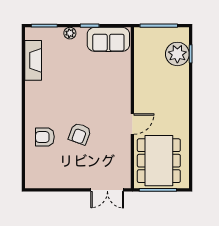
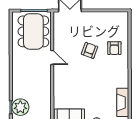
door: (132, 124) -> (52, 57), swing flipped
armchair: (45, 137) -> (114, 48), turned 90

